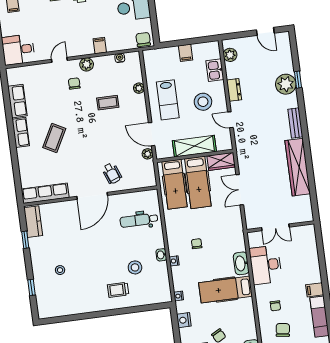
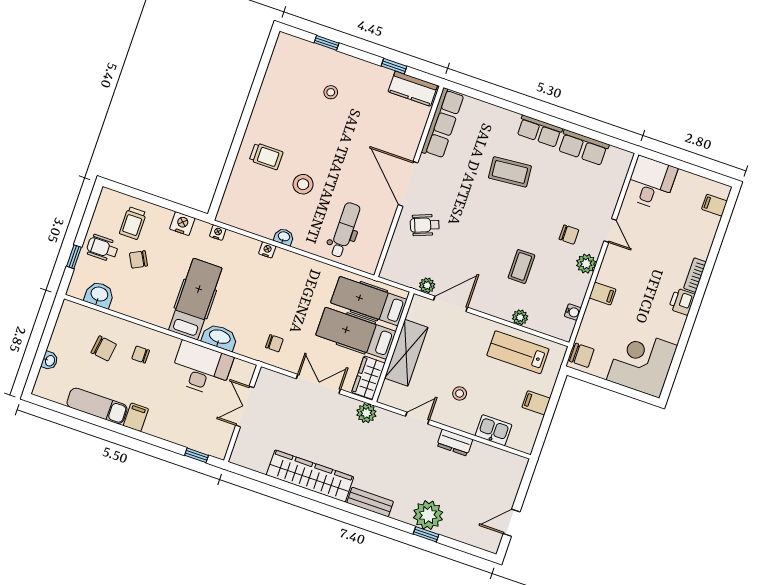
plant: (230, 55) -> (366, 413), moved
lab bench: (168, 100) -> (518, 352), moved
stool: (203, 102) -> (460, 393), width x0.53, depth x0.53
coffee table: (54, 138) -> (510, 172), turned -33
window: (319, 242) -> (197, 455), added
chair: (197, 244) -> (274, 343), moved
stool: (135, 267) -> (303, 184), moved
trolley: (118, 290) -> (266, 156), turned 90

